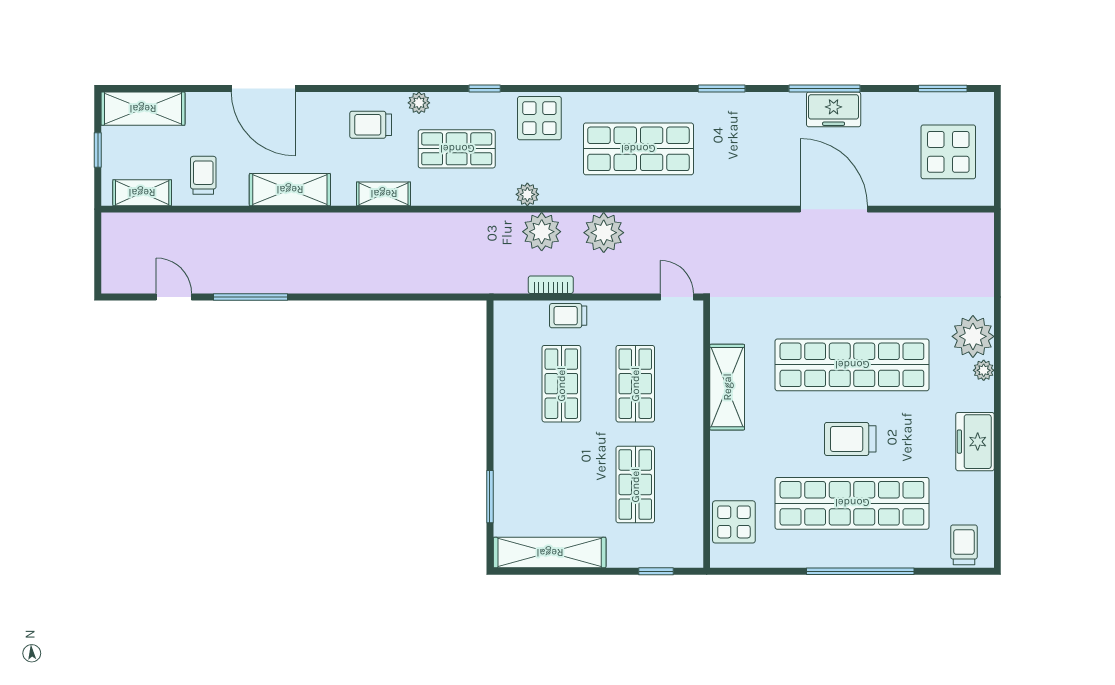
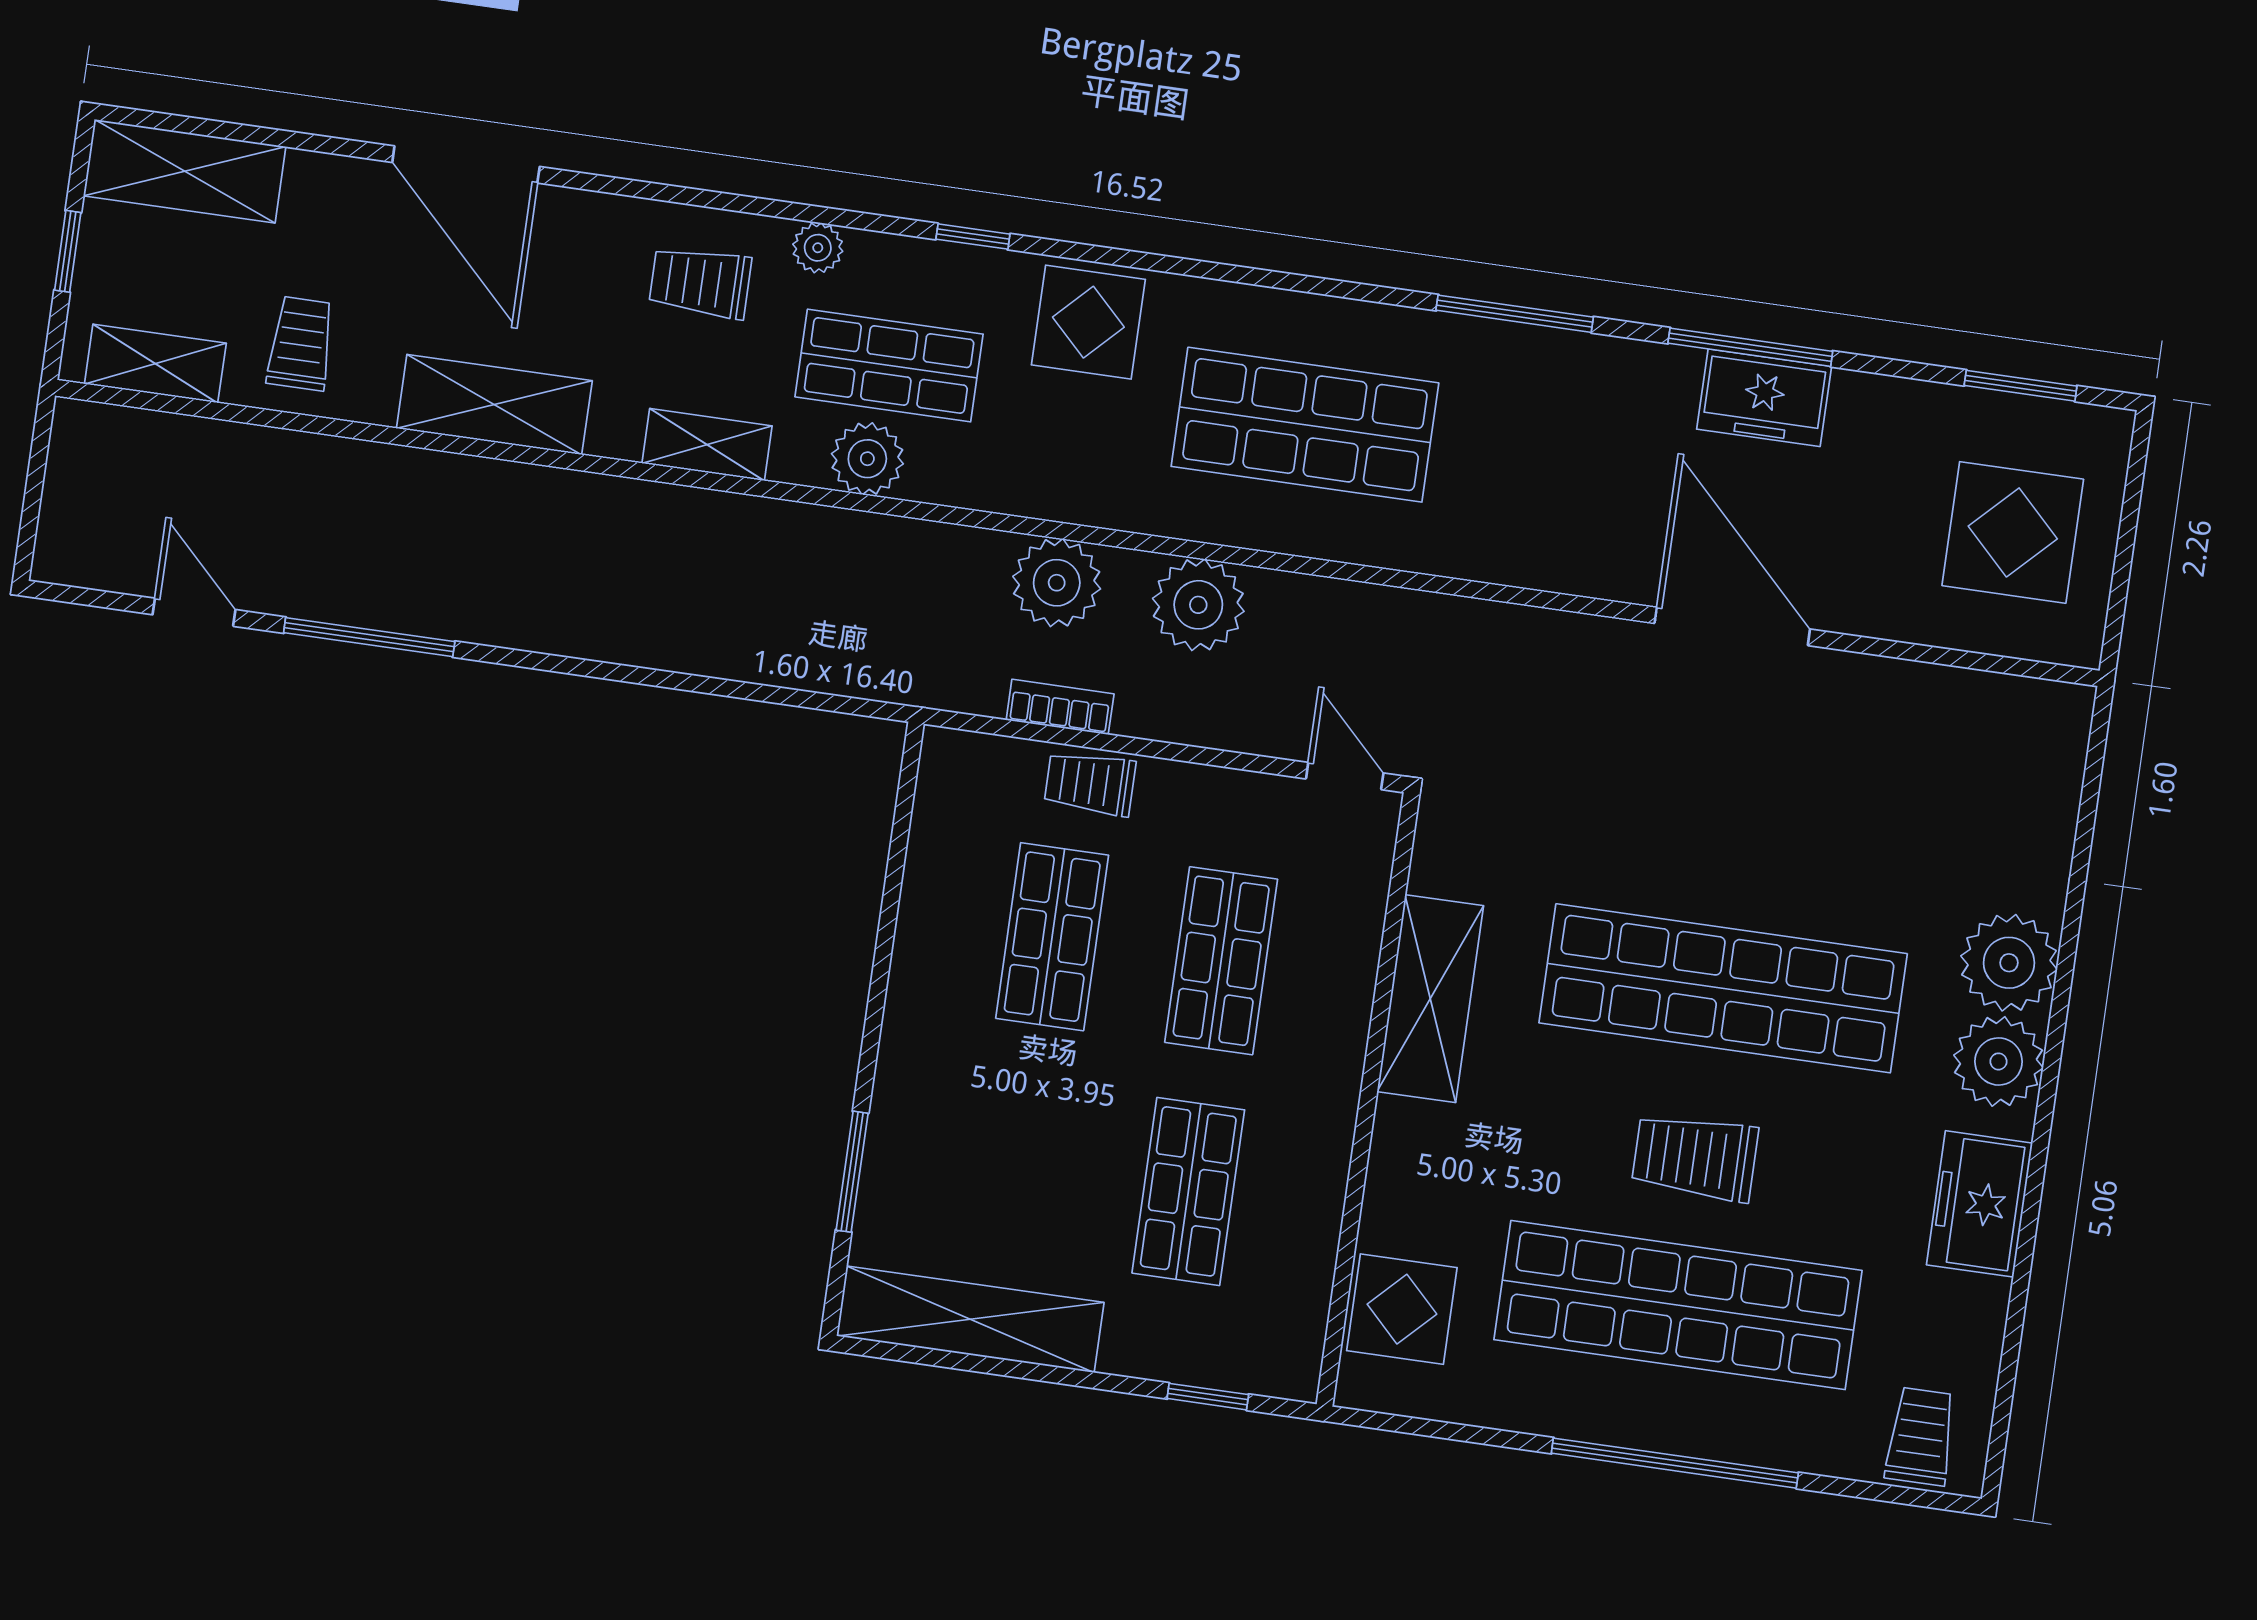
window: (722, 89) -> (1515, 314), width x1.44
plant: (527, 194) -> (867, 459), moved, width x1.38, depth x1.38
plant: (984, 370) -> (1998, 1061), width x1.88, depth x1.88

